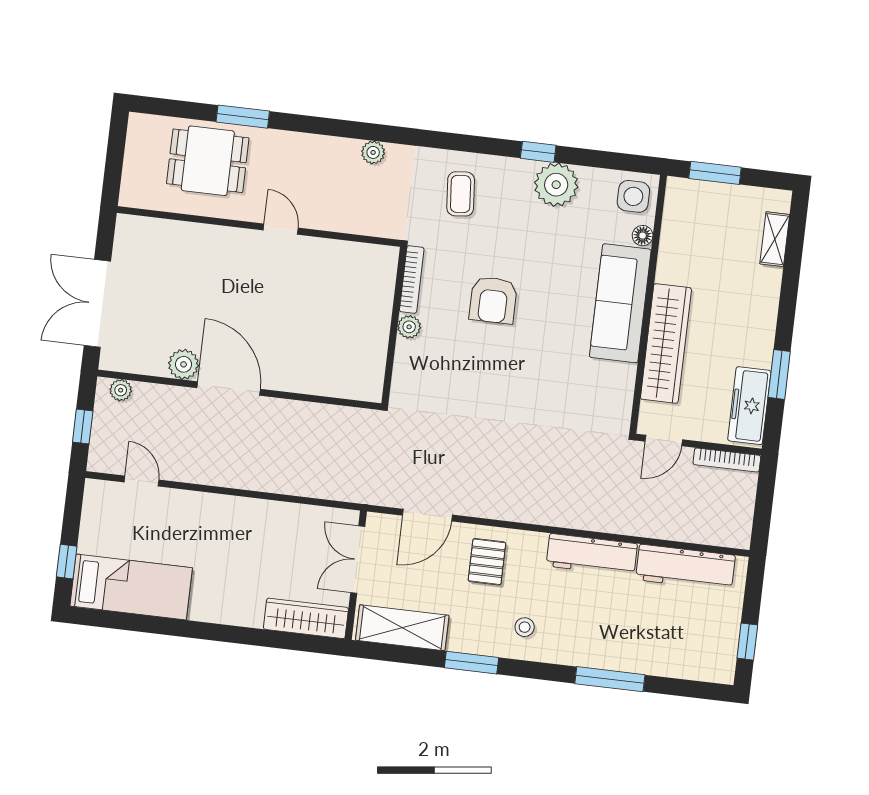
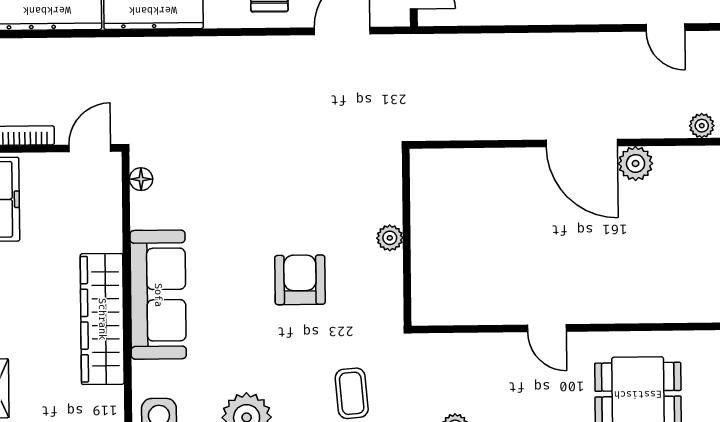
floor lamp: (643, 236) -> (141, 179), moved
bookcase: (412, 280) -> (394, 291), removed
wardrobe: (666, 343) -> (102, 319), moved

